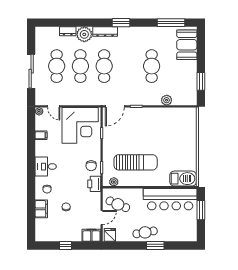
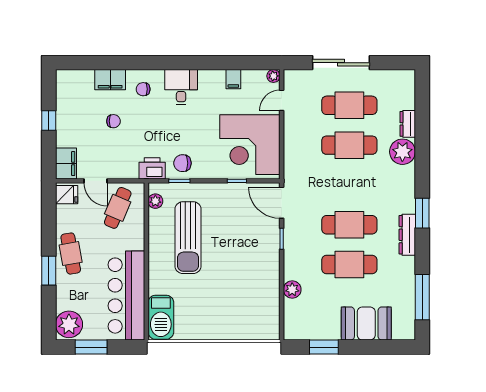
dresser: (105, 32) -> (407, 235), moved
booth: (187, 45) -> (366, 323), moved
cafe table: (104, 66) -> (349, 225), moved
window: (201, 210) -> (91, 347), moved
plant: (187, 233) -> (69, 324), added

